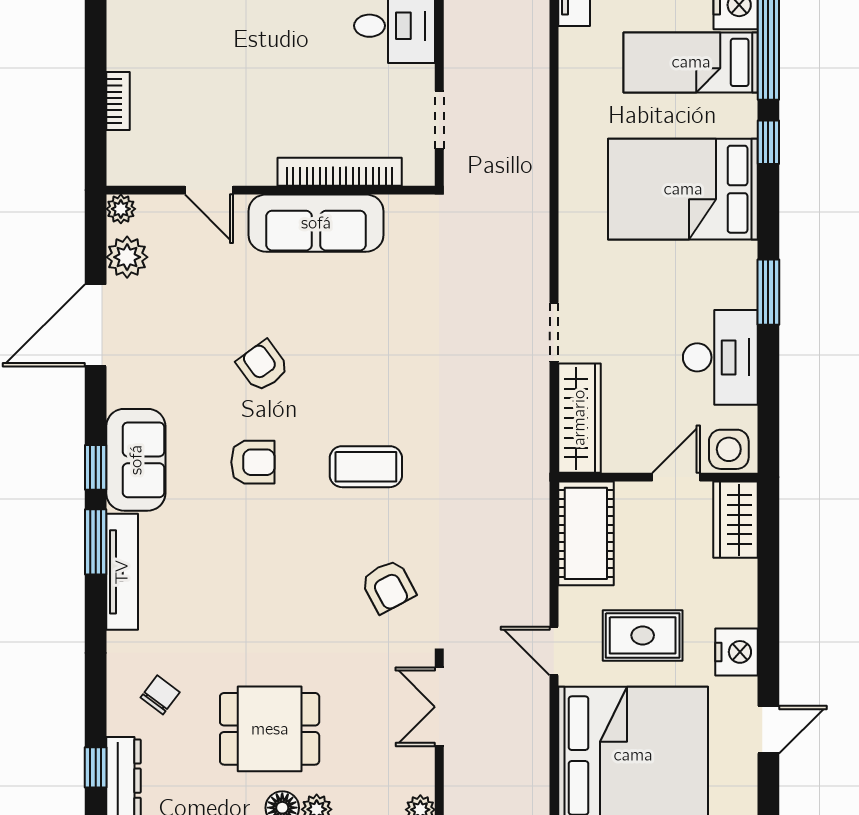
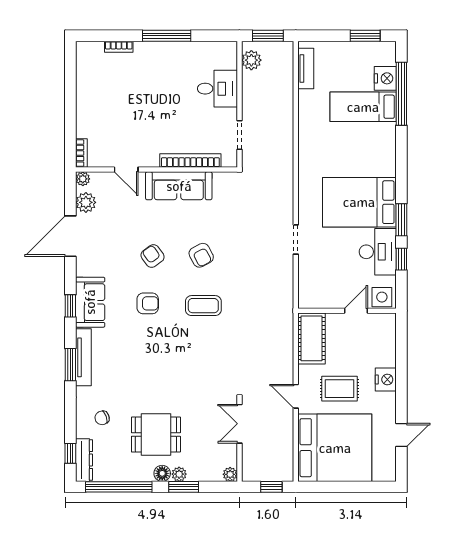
bookcase: (118, 101) -> (81, 153), moved
window: (768, 142) -> (401, 259), moved
bed: (683, 189) -> (359, 202), moved
wardrobe: (579, 418) -> (308, 282), removed
wardrobe: (736, 520) -> (385, 332), removed
window: (96, 542) -> (70, 365), moved
armchair: (388, 586) -> (201, 255), moved
nightstand: (737, 652) -> (386, 379), moved
chair: (160, 695) -> (102, 418), turned -146

